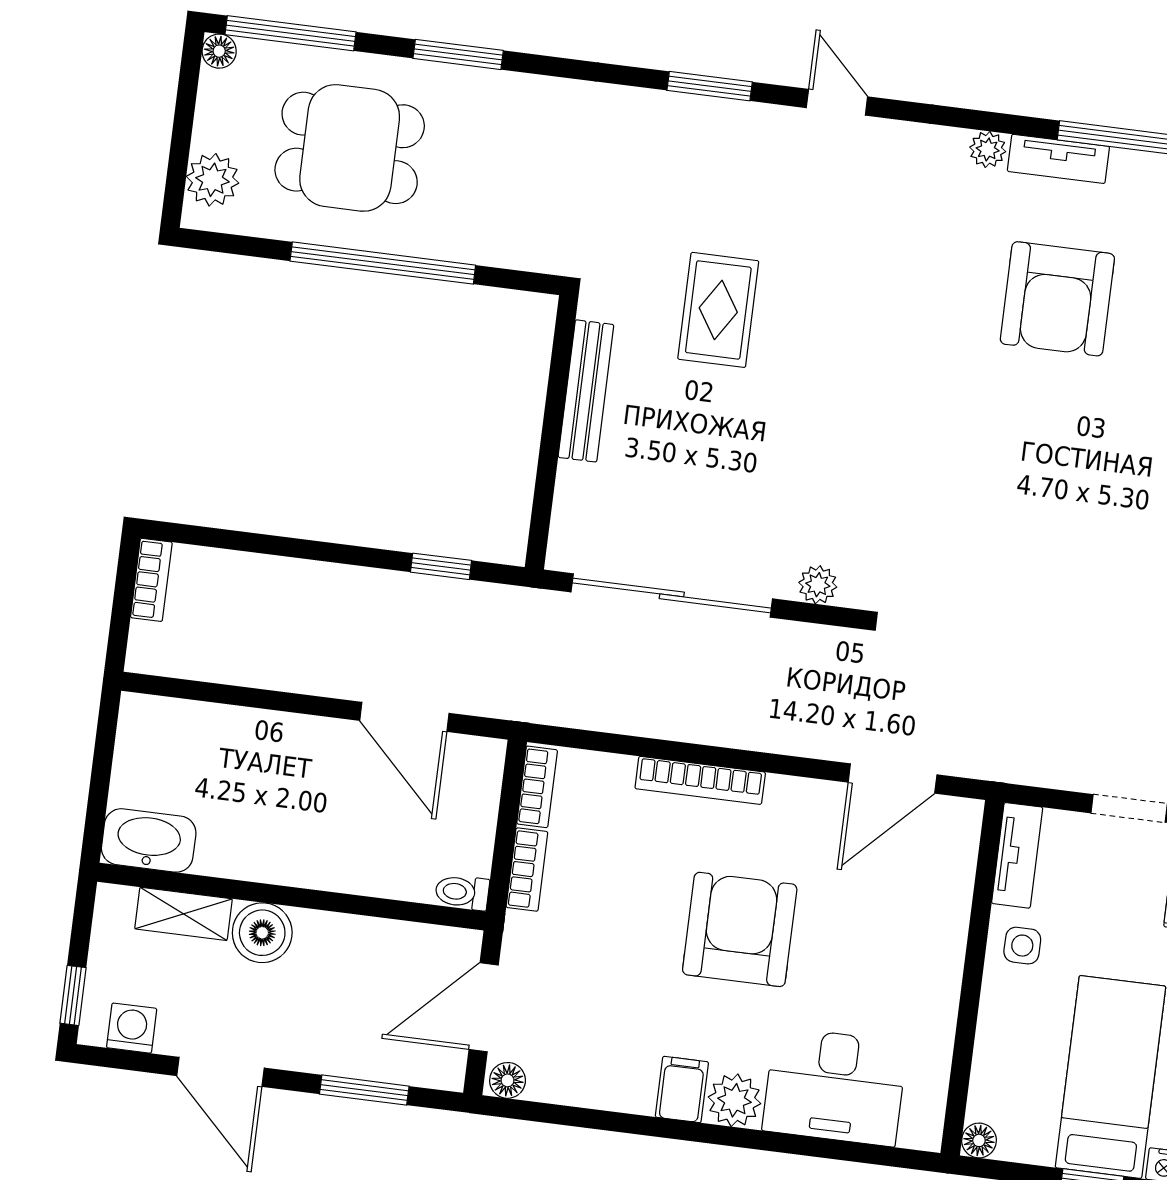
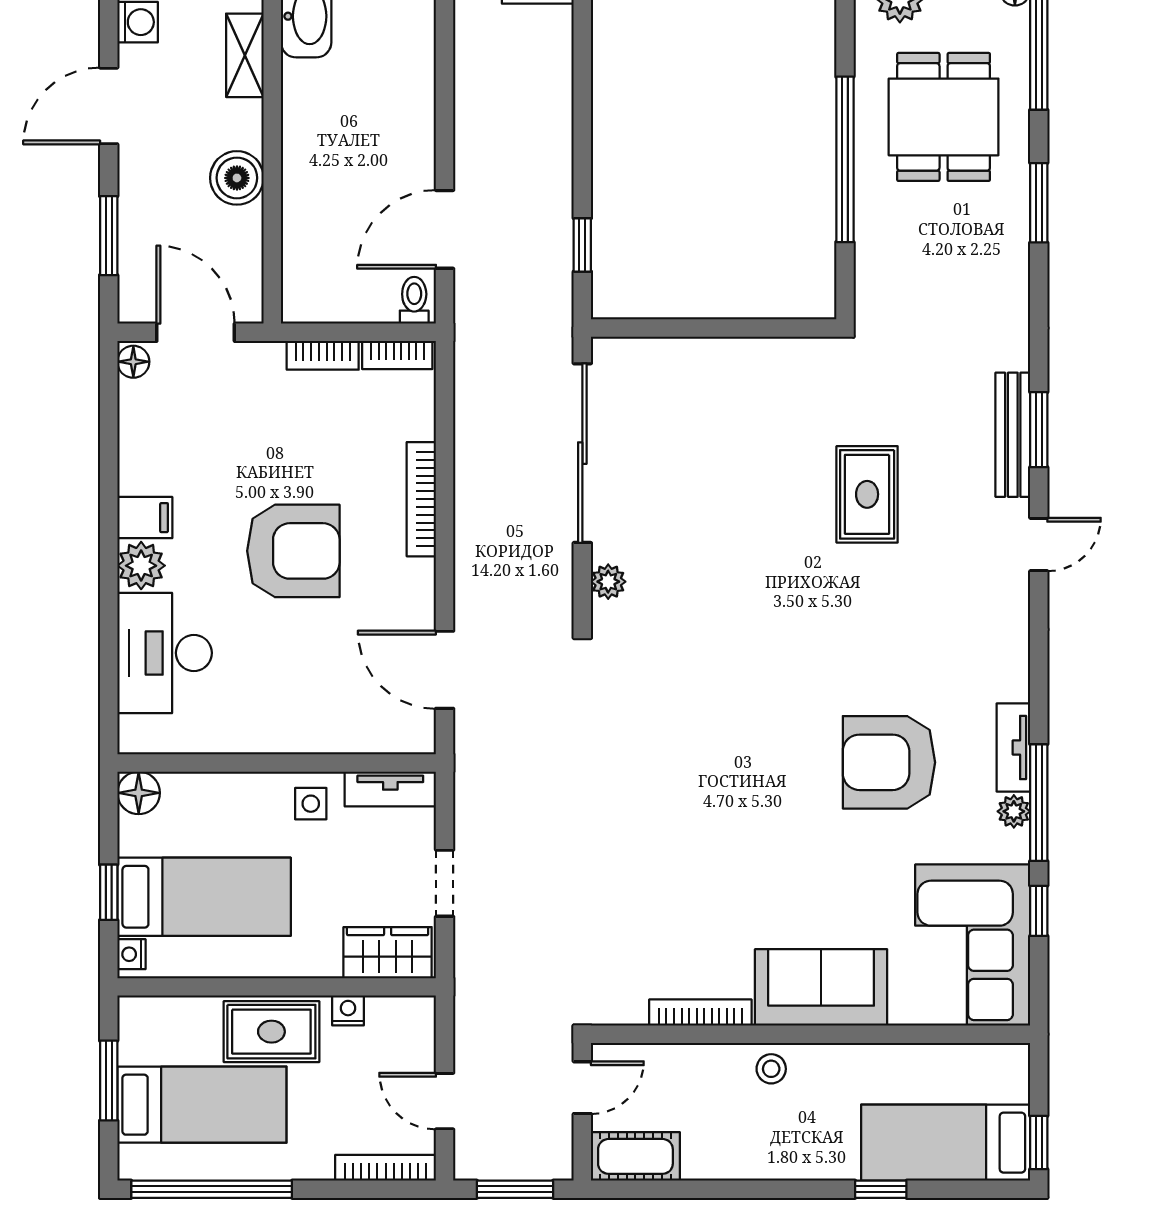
plant: (988, 149) -> (1014, 811), moved
rug: (718, 310) -> (867, 494), moved, turned 90
bench: (586, 391) -> (1013, 435), moved, turned 90
toilet: (462, 892) -> (414, 300), moved
boiler: (262, 933) -> (237, 178), moved
floor lamp: (979, 1140) -> (139, 793), width x1.37, depth x1.37

